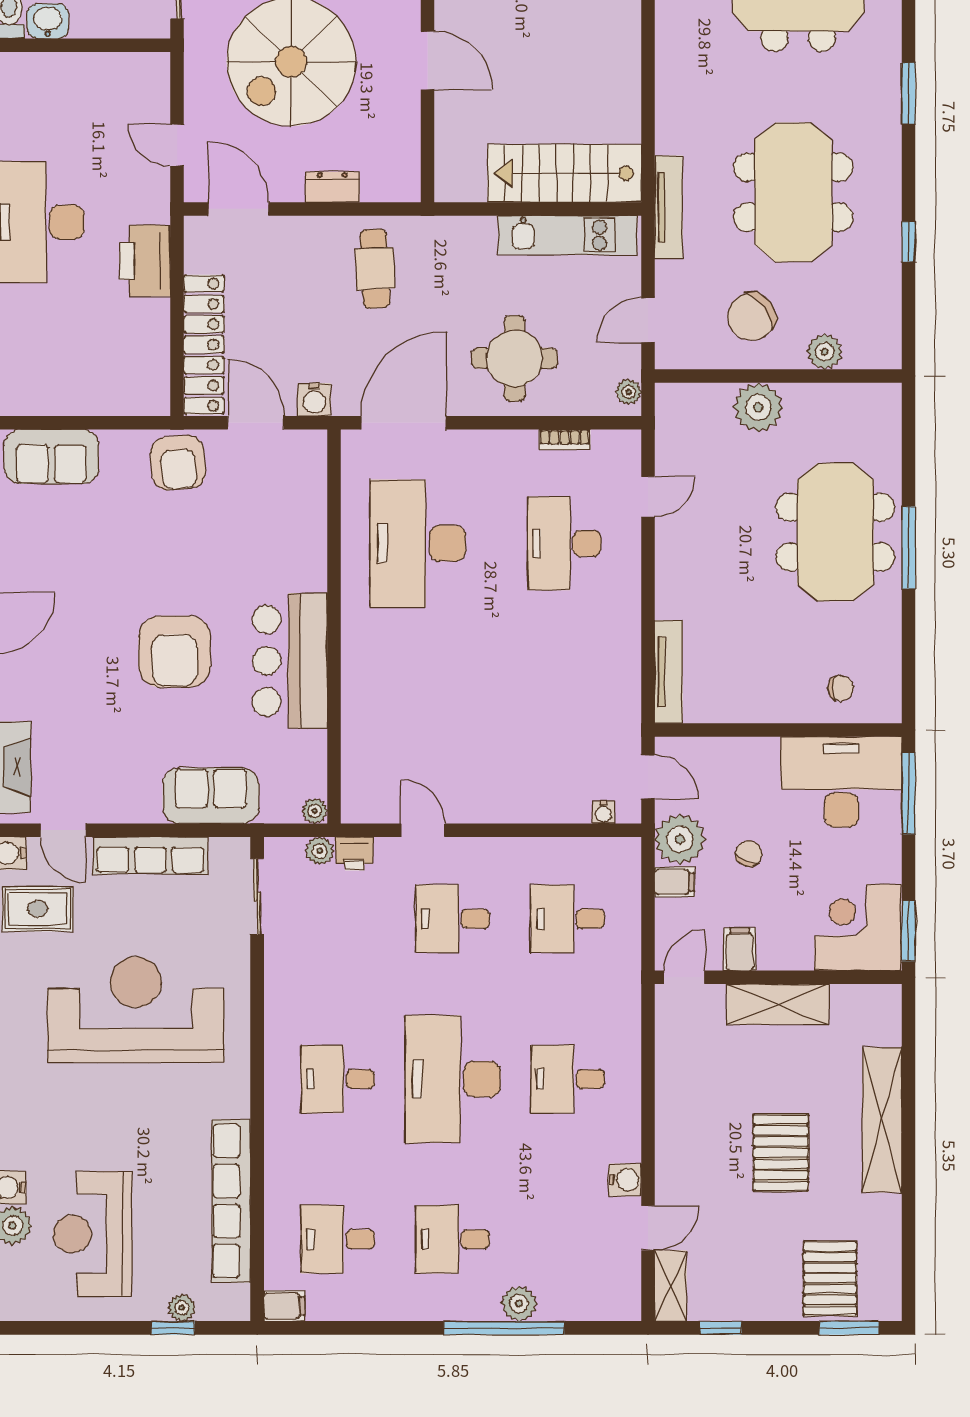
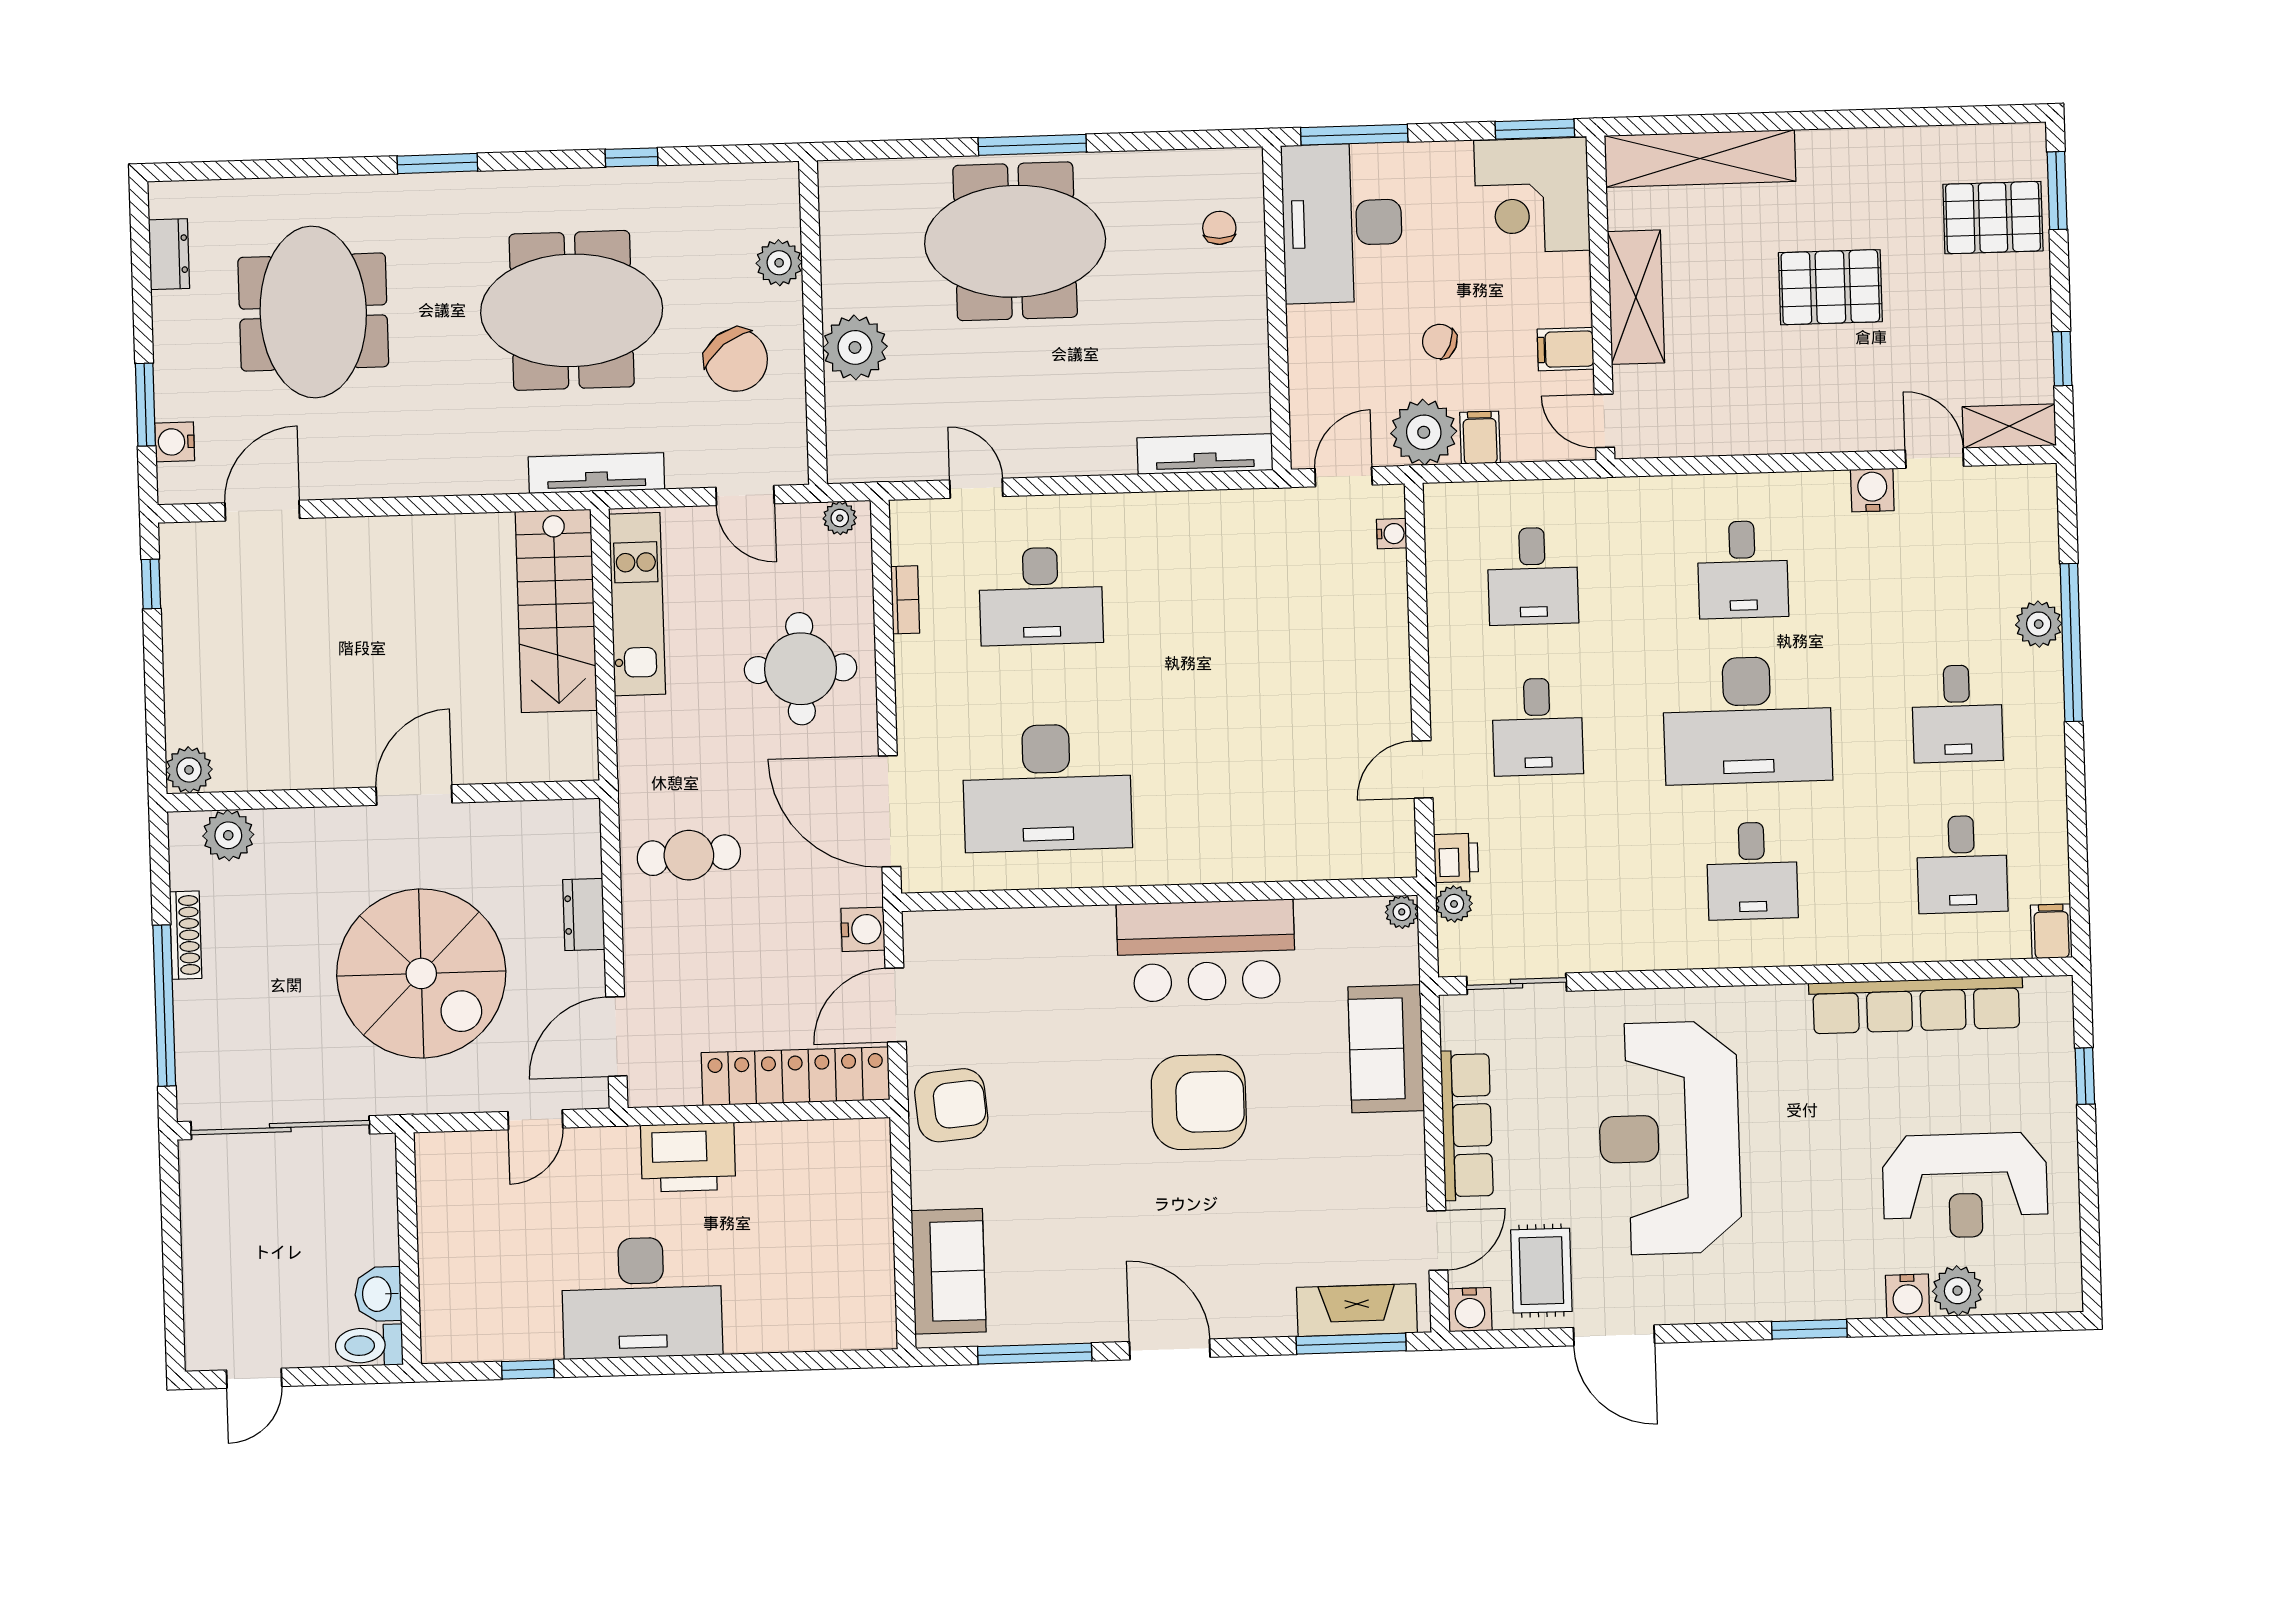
shelving: (882, 1120) -> (1700, 159), moved
plant: (182, 1308) -> (2058, 1066), removed

